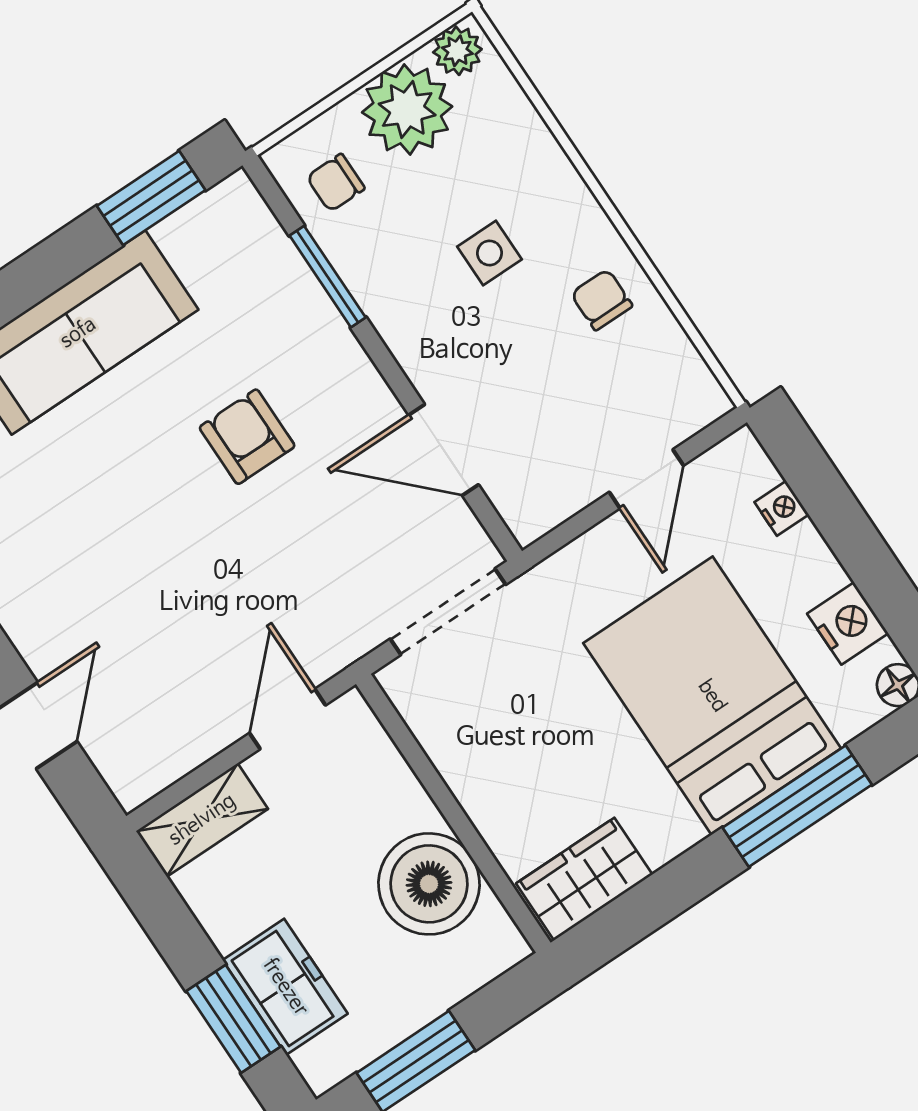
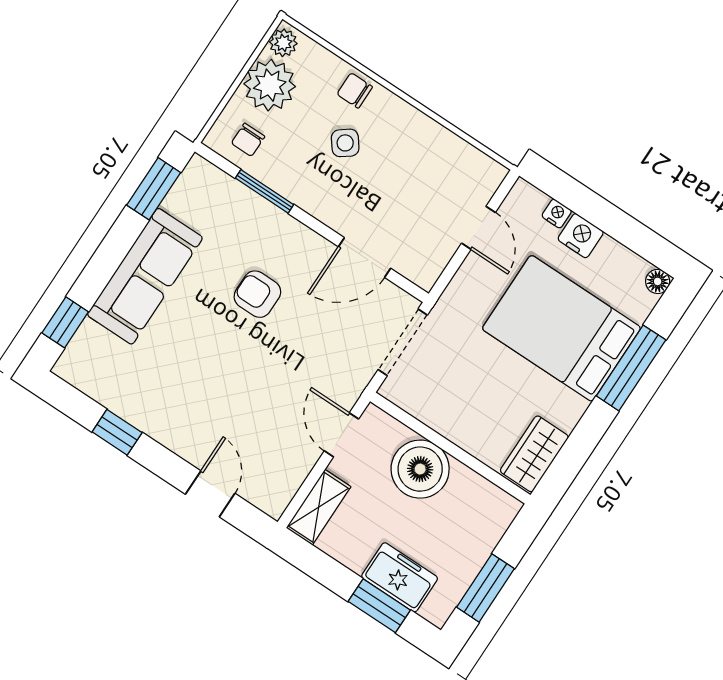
side table: (489, 253) -> (345, 143), turned -37
chair: (602, 300) -> (355, 90), moved
nightstand: (848, 623) -> (581, 236), moved
boiler: (429, 884) -> (420, 469), moved

